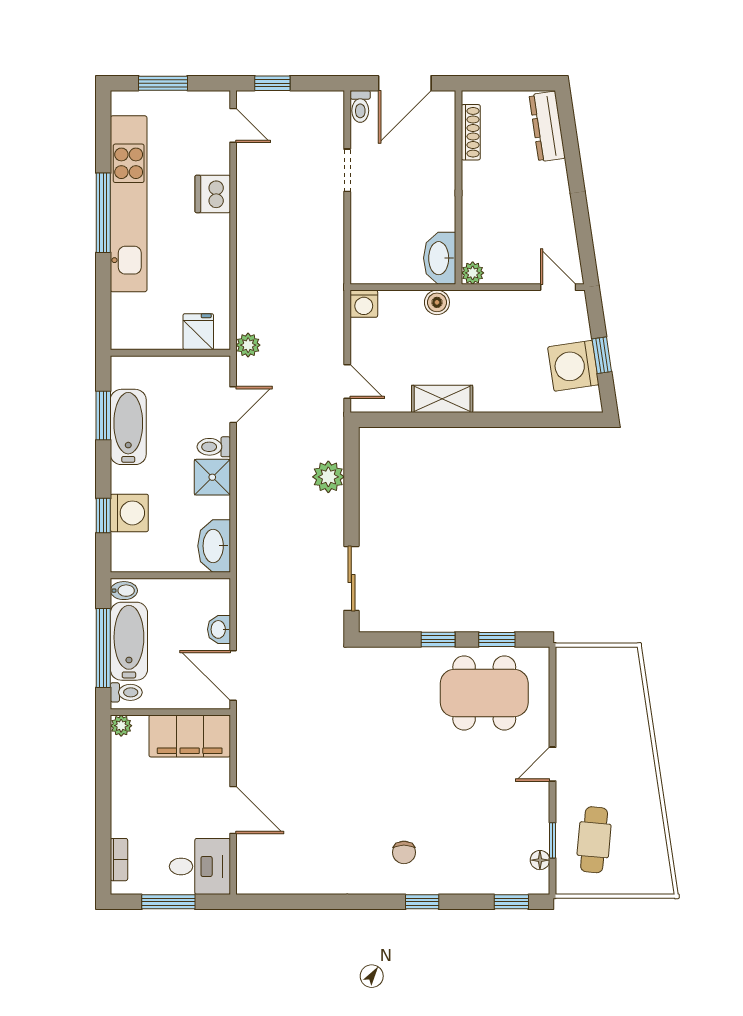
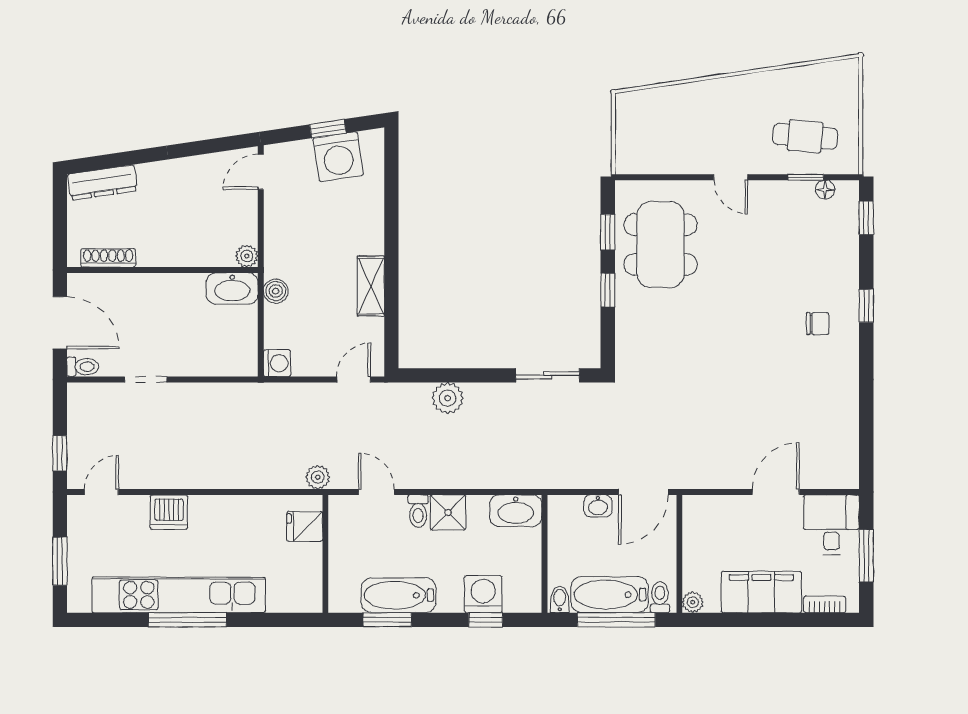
filing cabinet: (190, 736) -> (761, 592), moved, turned -90

